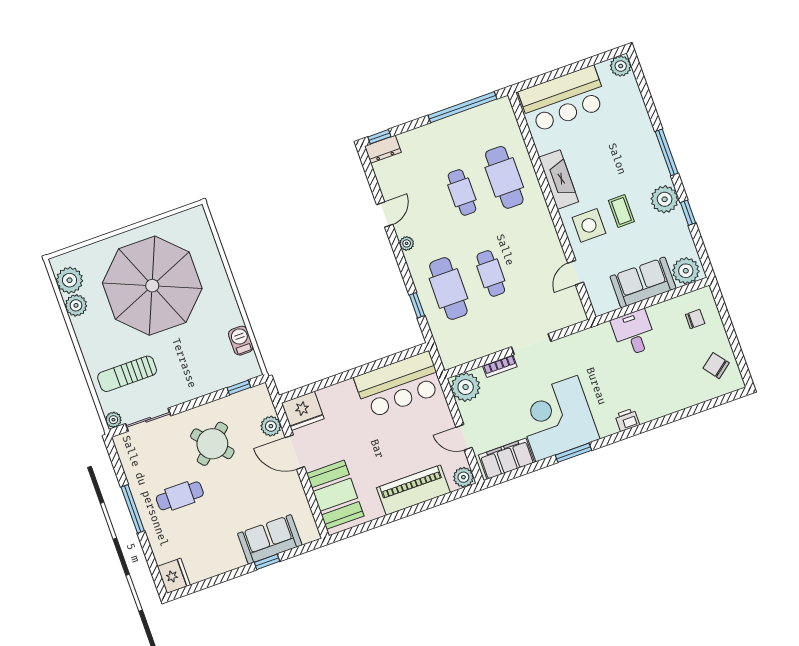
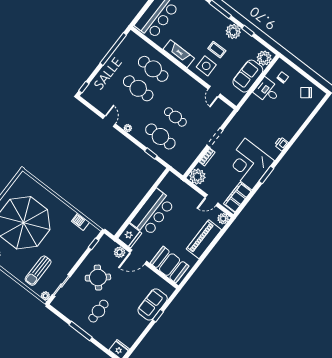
dresser: (383, 149) -> (89, 92), removed
cafe table: (462, 192) -> (138, 88), width x1.37, depth x1.35
desk: (634, 333) -> (267, 91), moved
bar counter: (398, 385) -> (153, 213), moved

